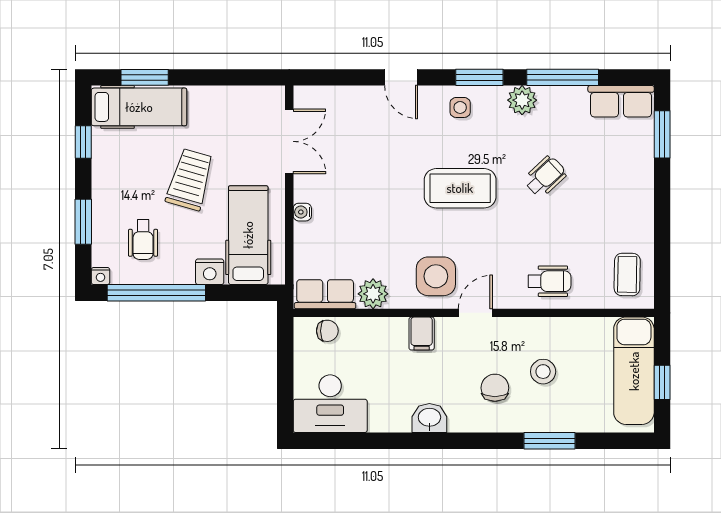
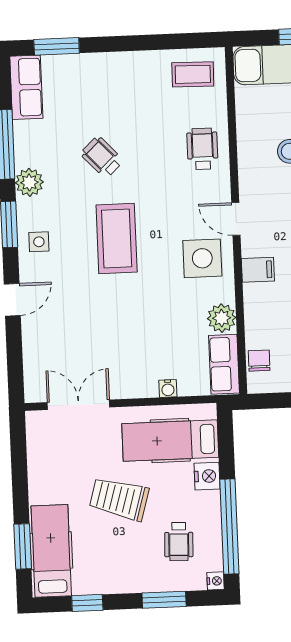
water cooler: (302, 212) -> (168, 388), moved
wheelchair: (143, 240) -> (179, 542), turned 92

